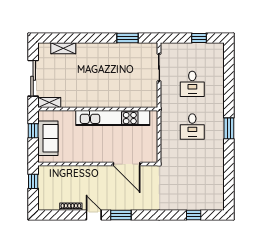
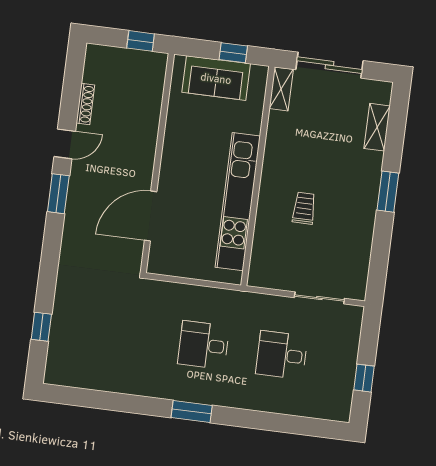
window: (127, 38) -> (388, 192), moved
trolley: (112, 82) -> (304, 208), added

